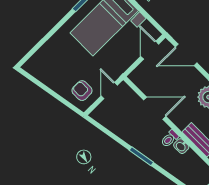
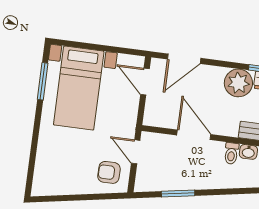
door: (155, 108) -> (194, 135), hinge flipped
window: (141, 156) -> (178, 194), moved

